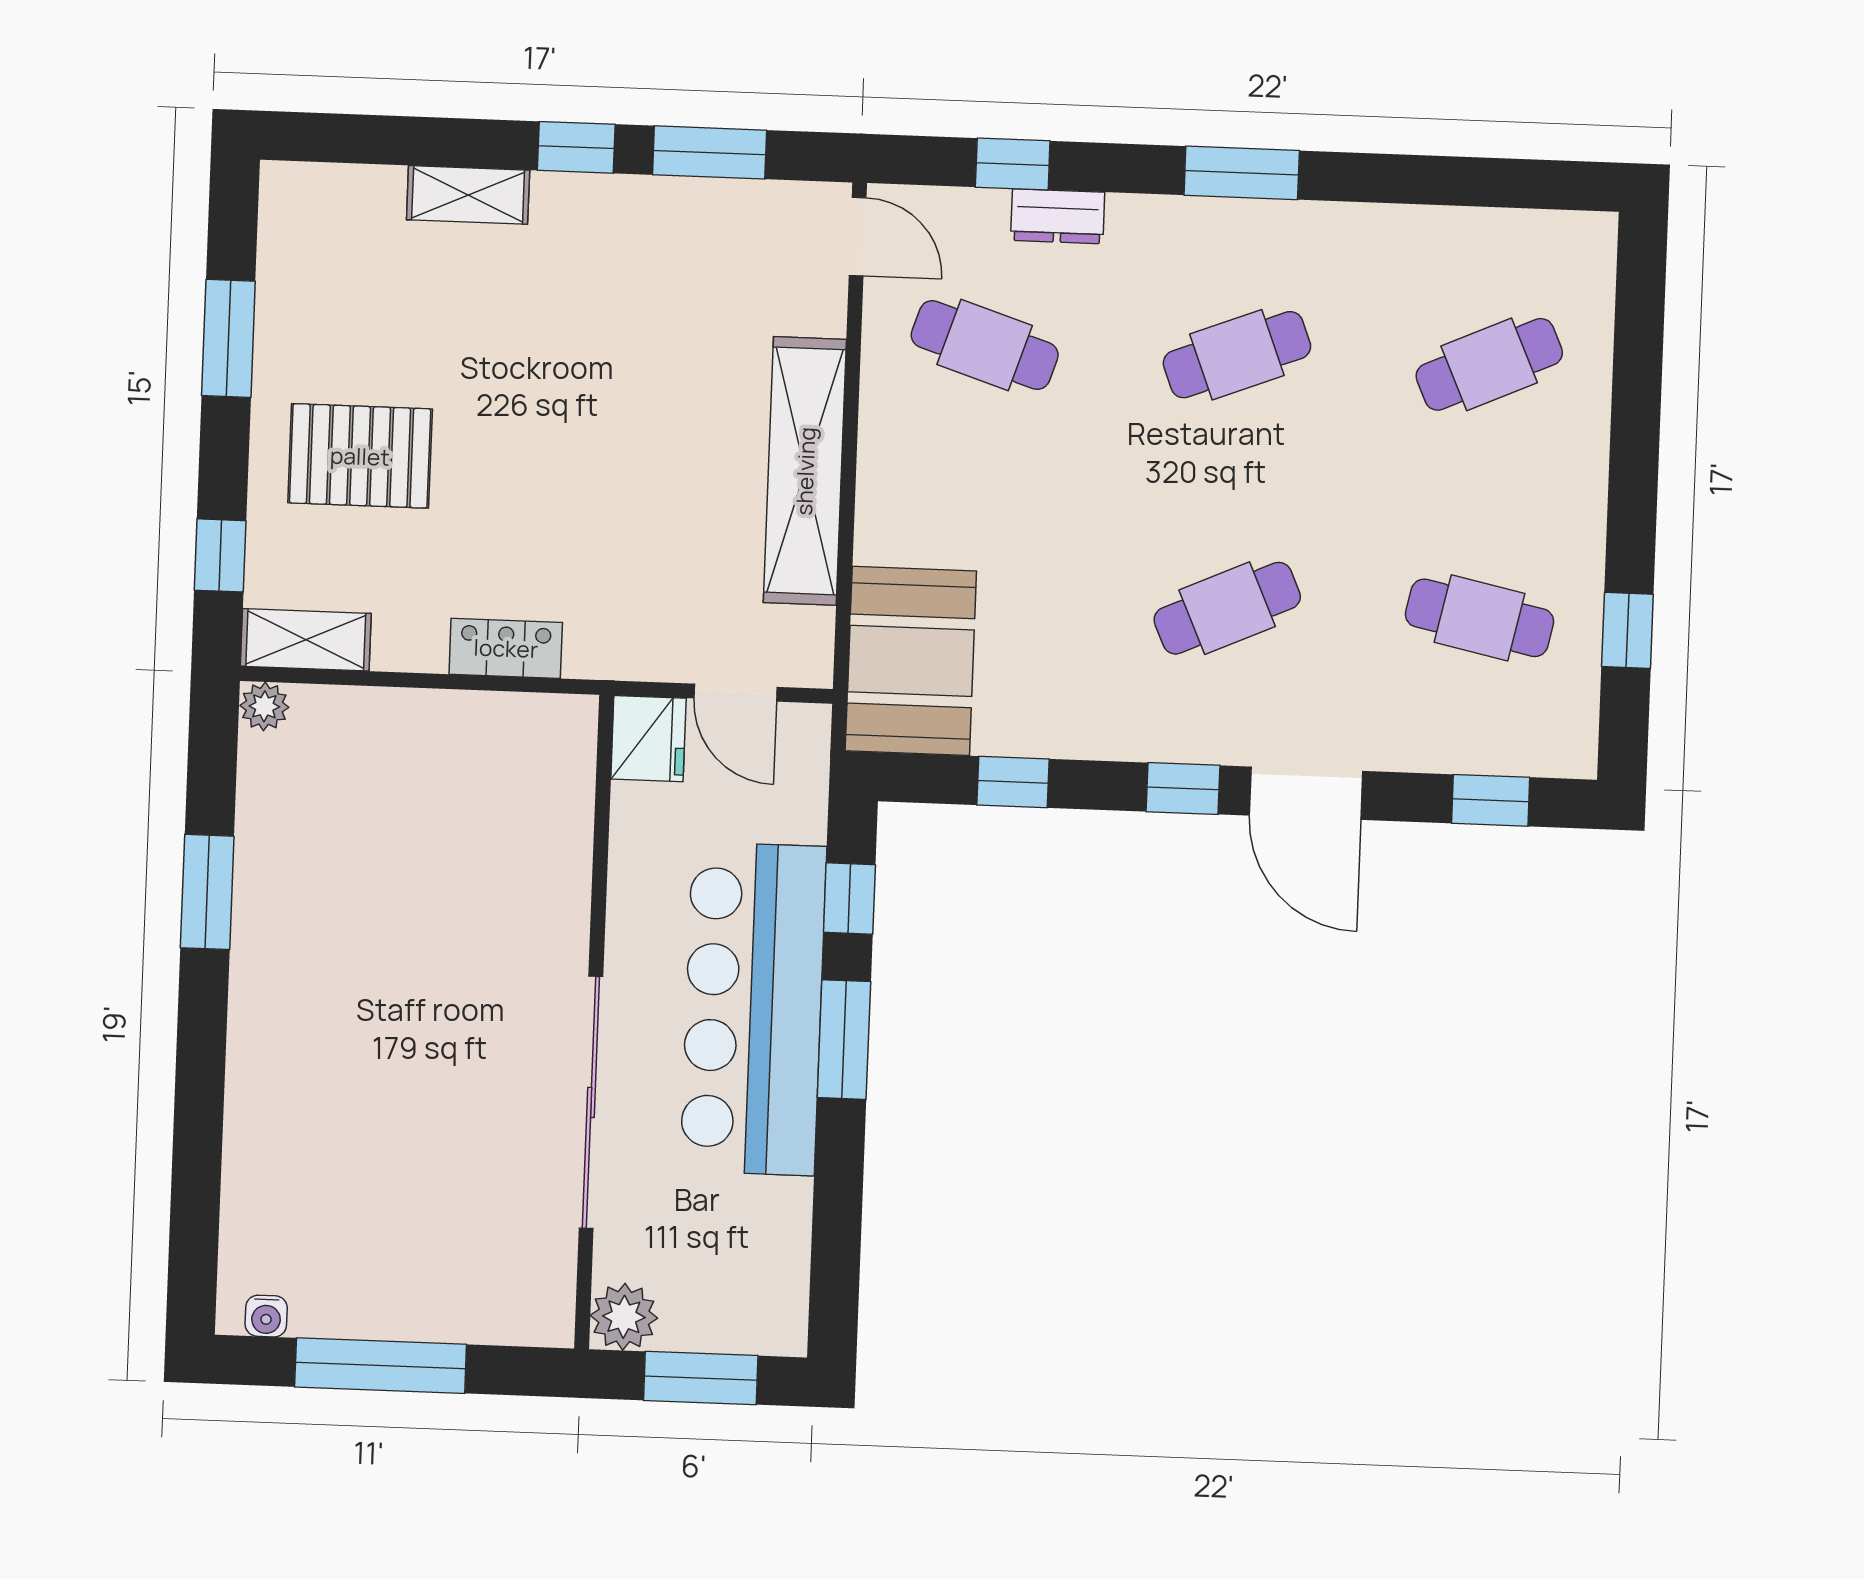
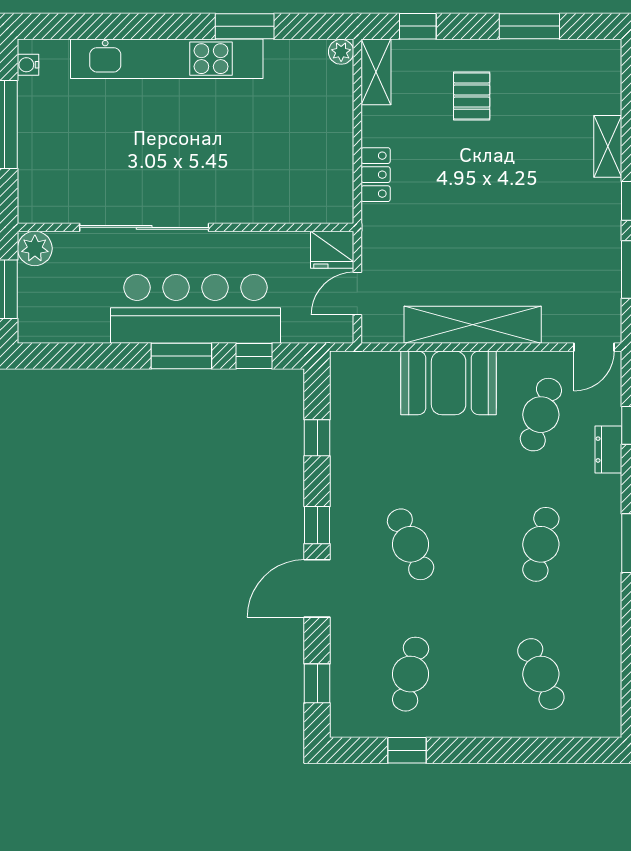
cafe table: (1237, 355) -> (541, 544), turned 33
pallet: (360, 456) -> (472, 96), width x0.67, depth x0.71
booth: (911, 661) -> (449, 383), moved
kitchen unit: (265, 1046) -> (167, 59), added

